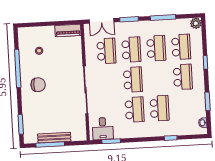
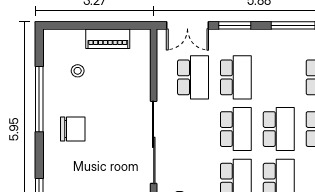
piano: (68, 30) -> (108, 39), moved
school desk: (156, 48) -> (279, 129), moved

